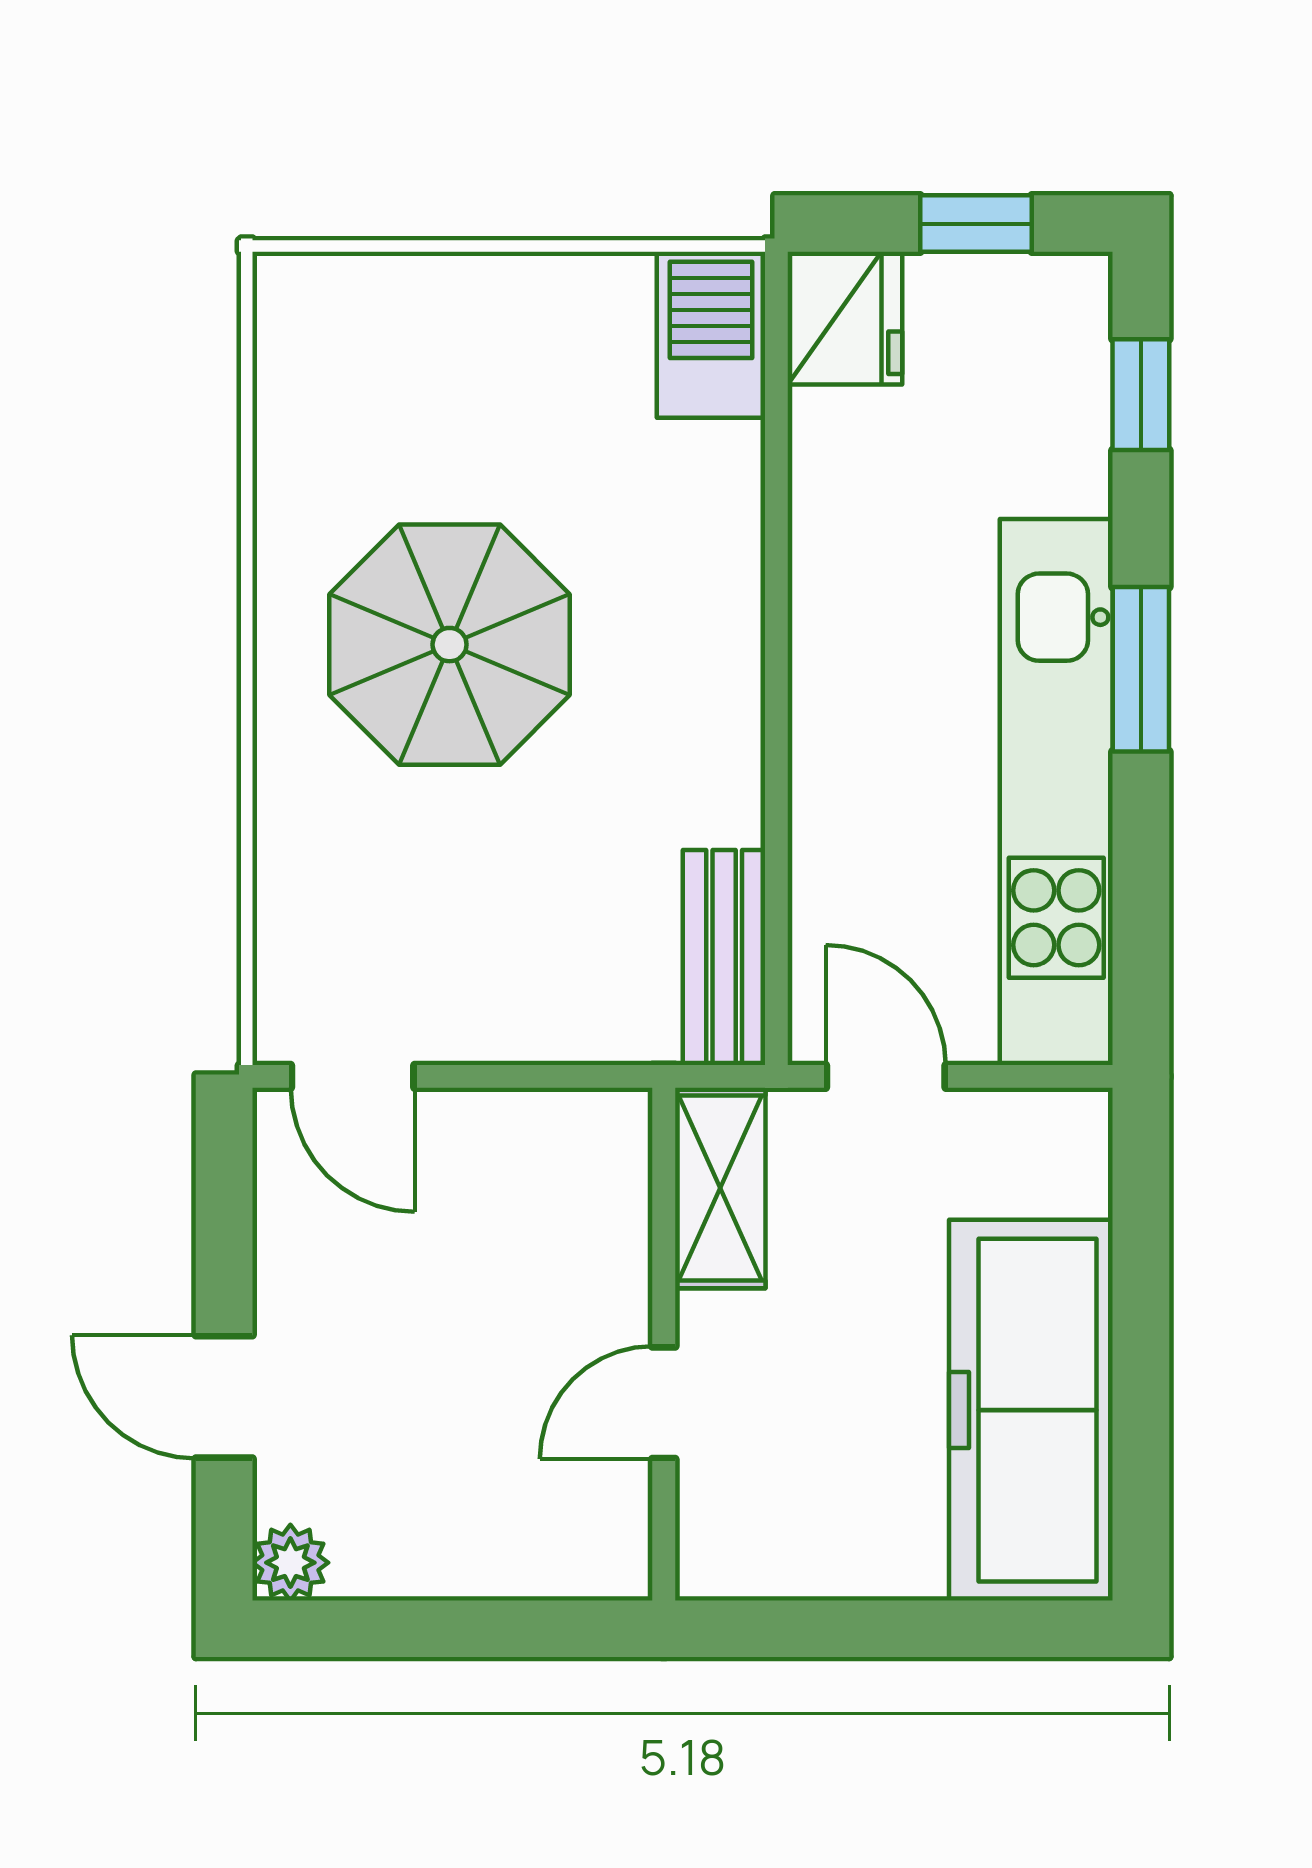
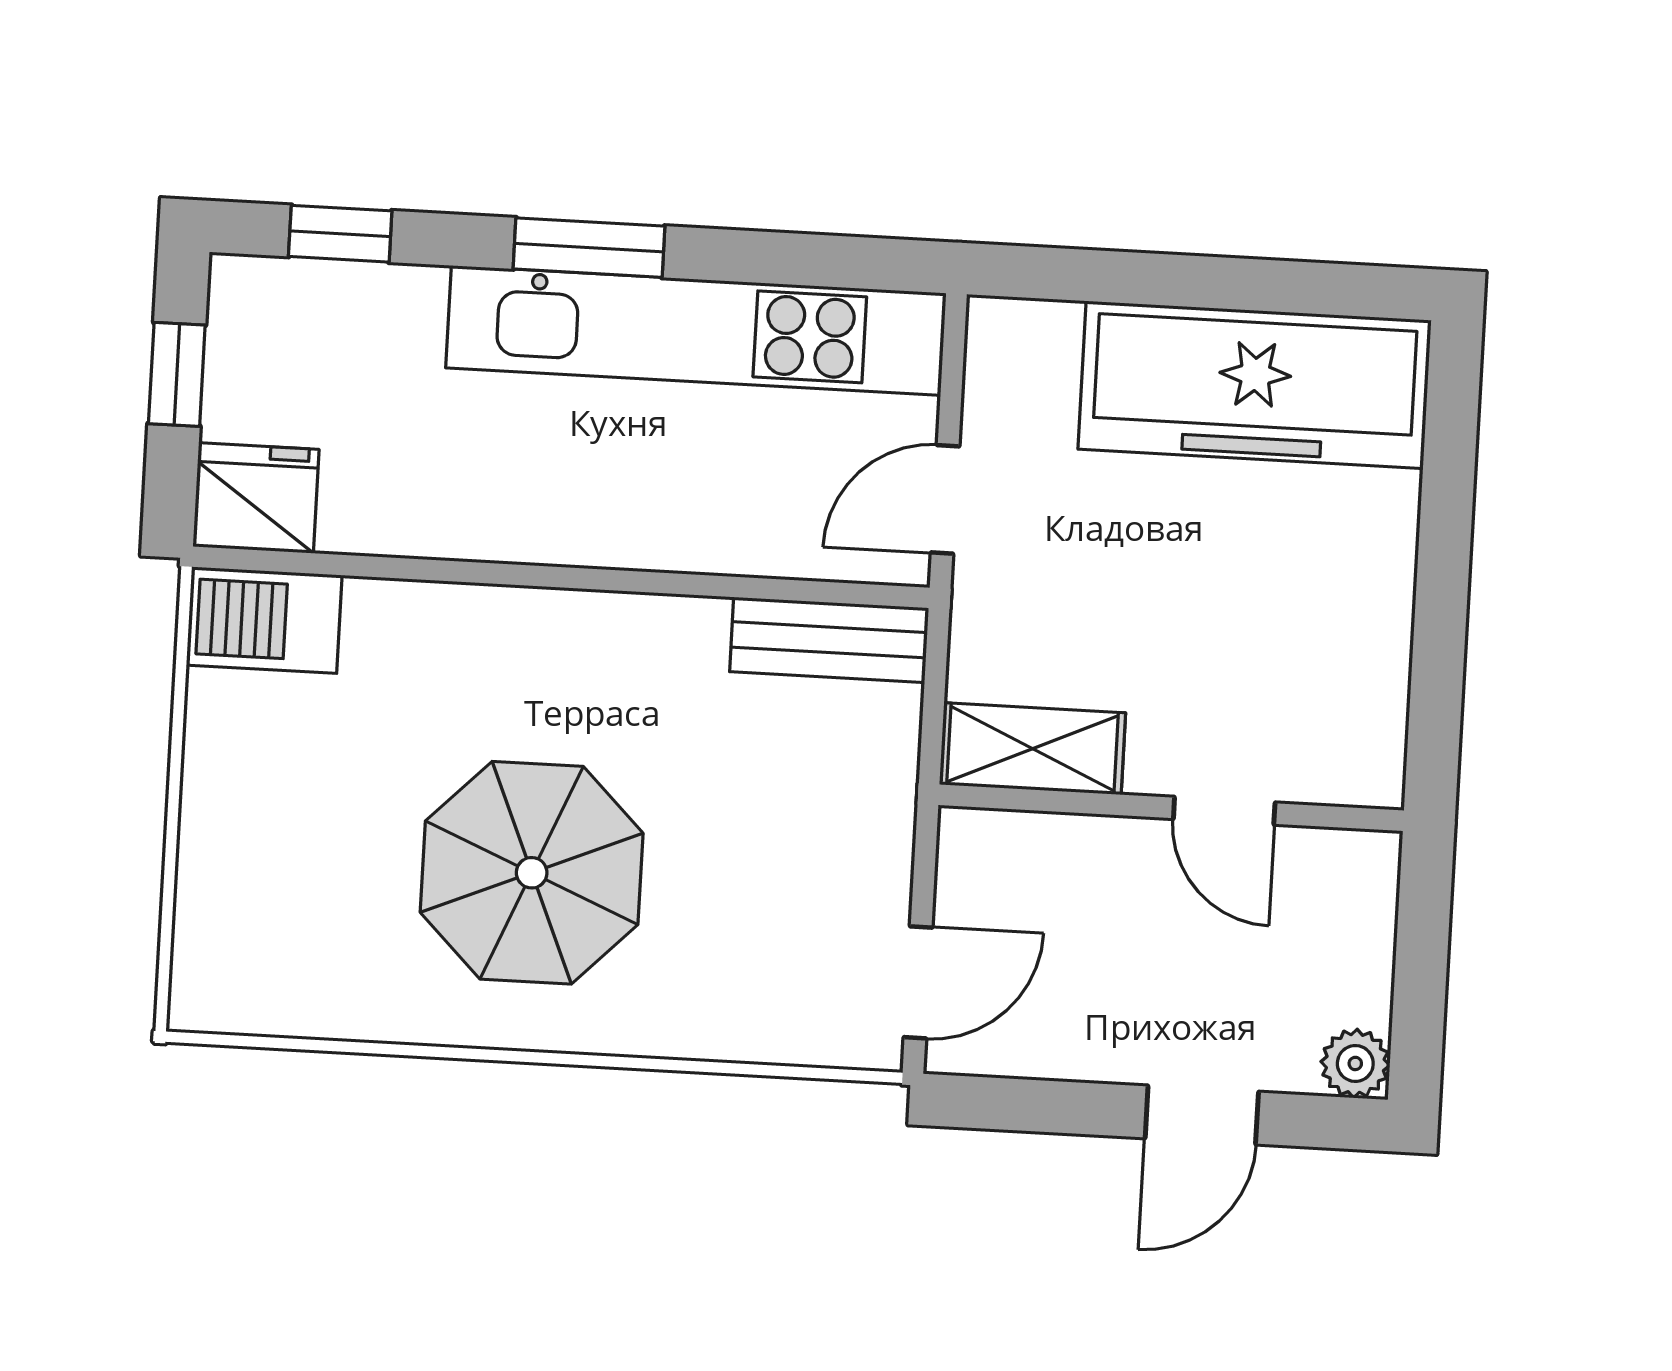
shelving: (720, 1188) -> (1033, 749), moved
wall: (664, 1344) -> (1171, 808), moved
door: (664, 1403) -> (1224, 811), moved

